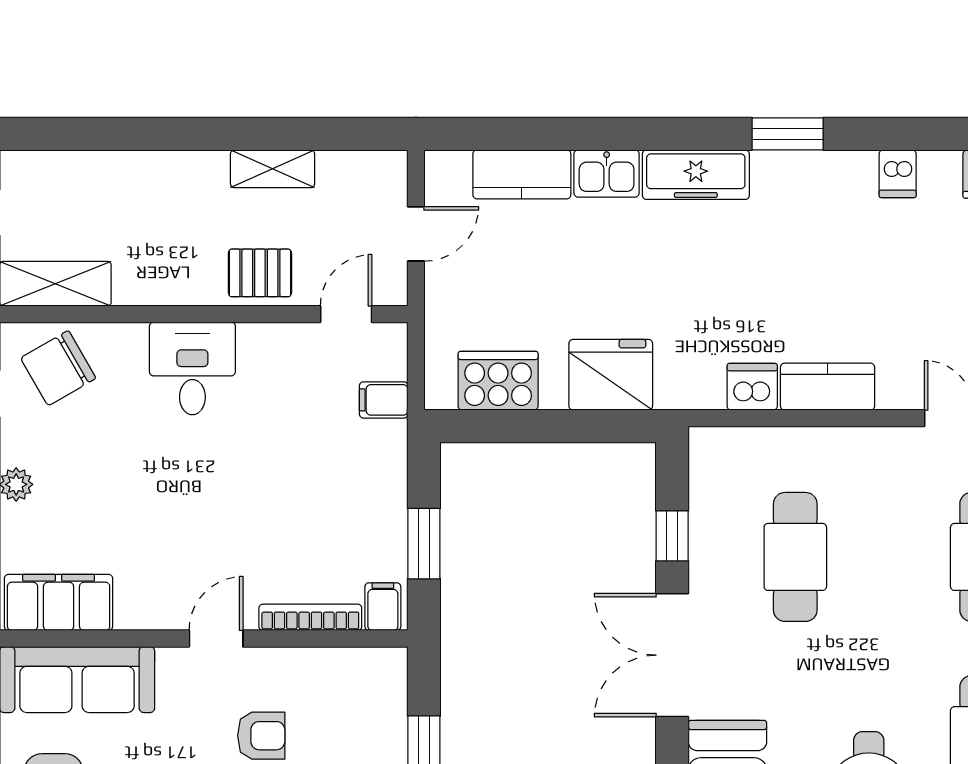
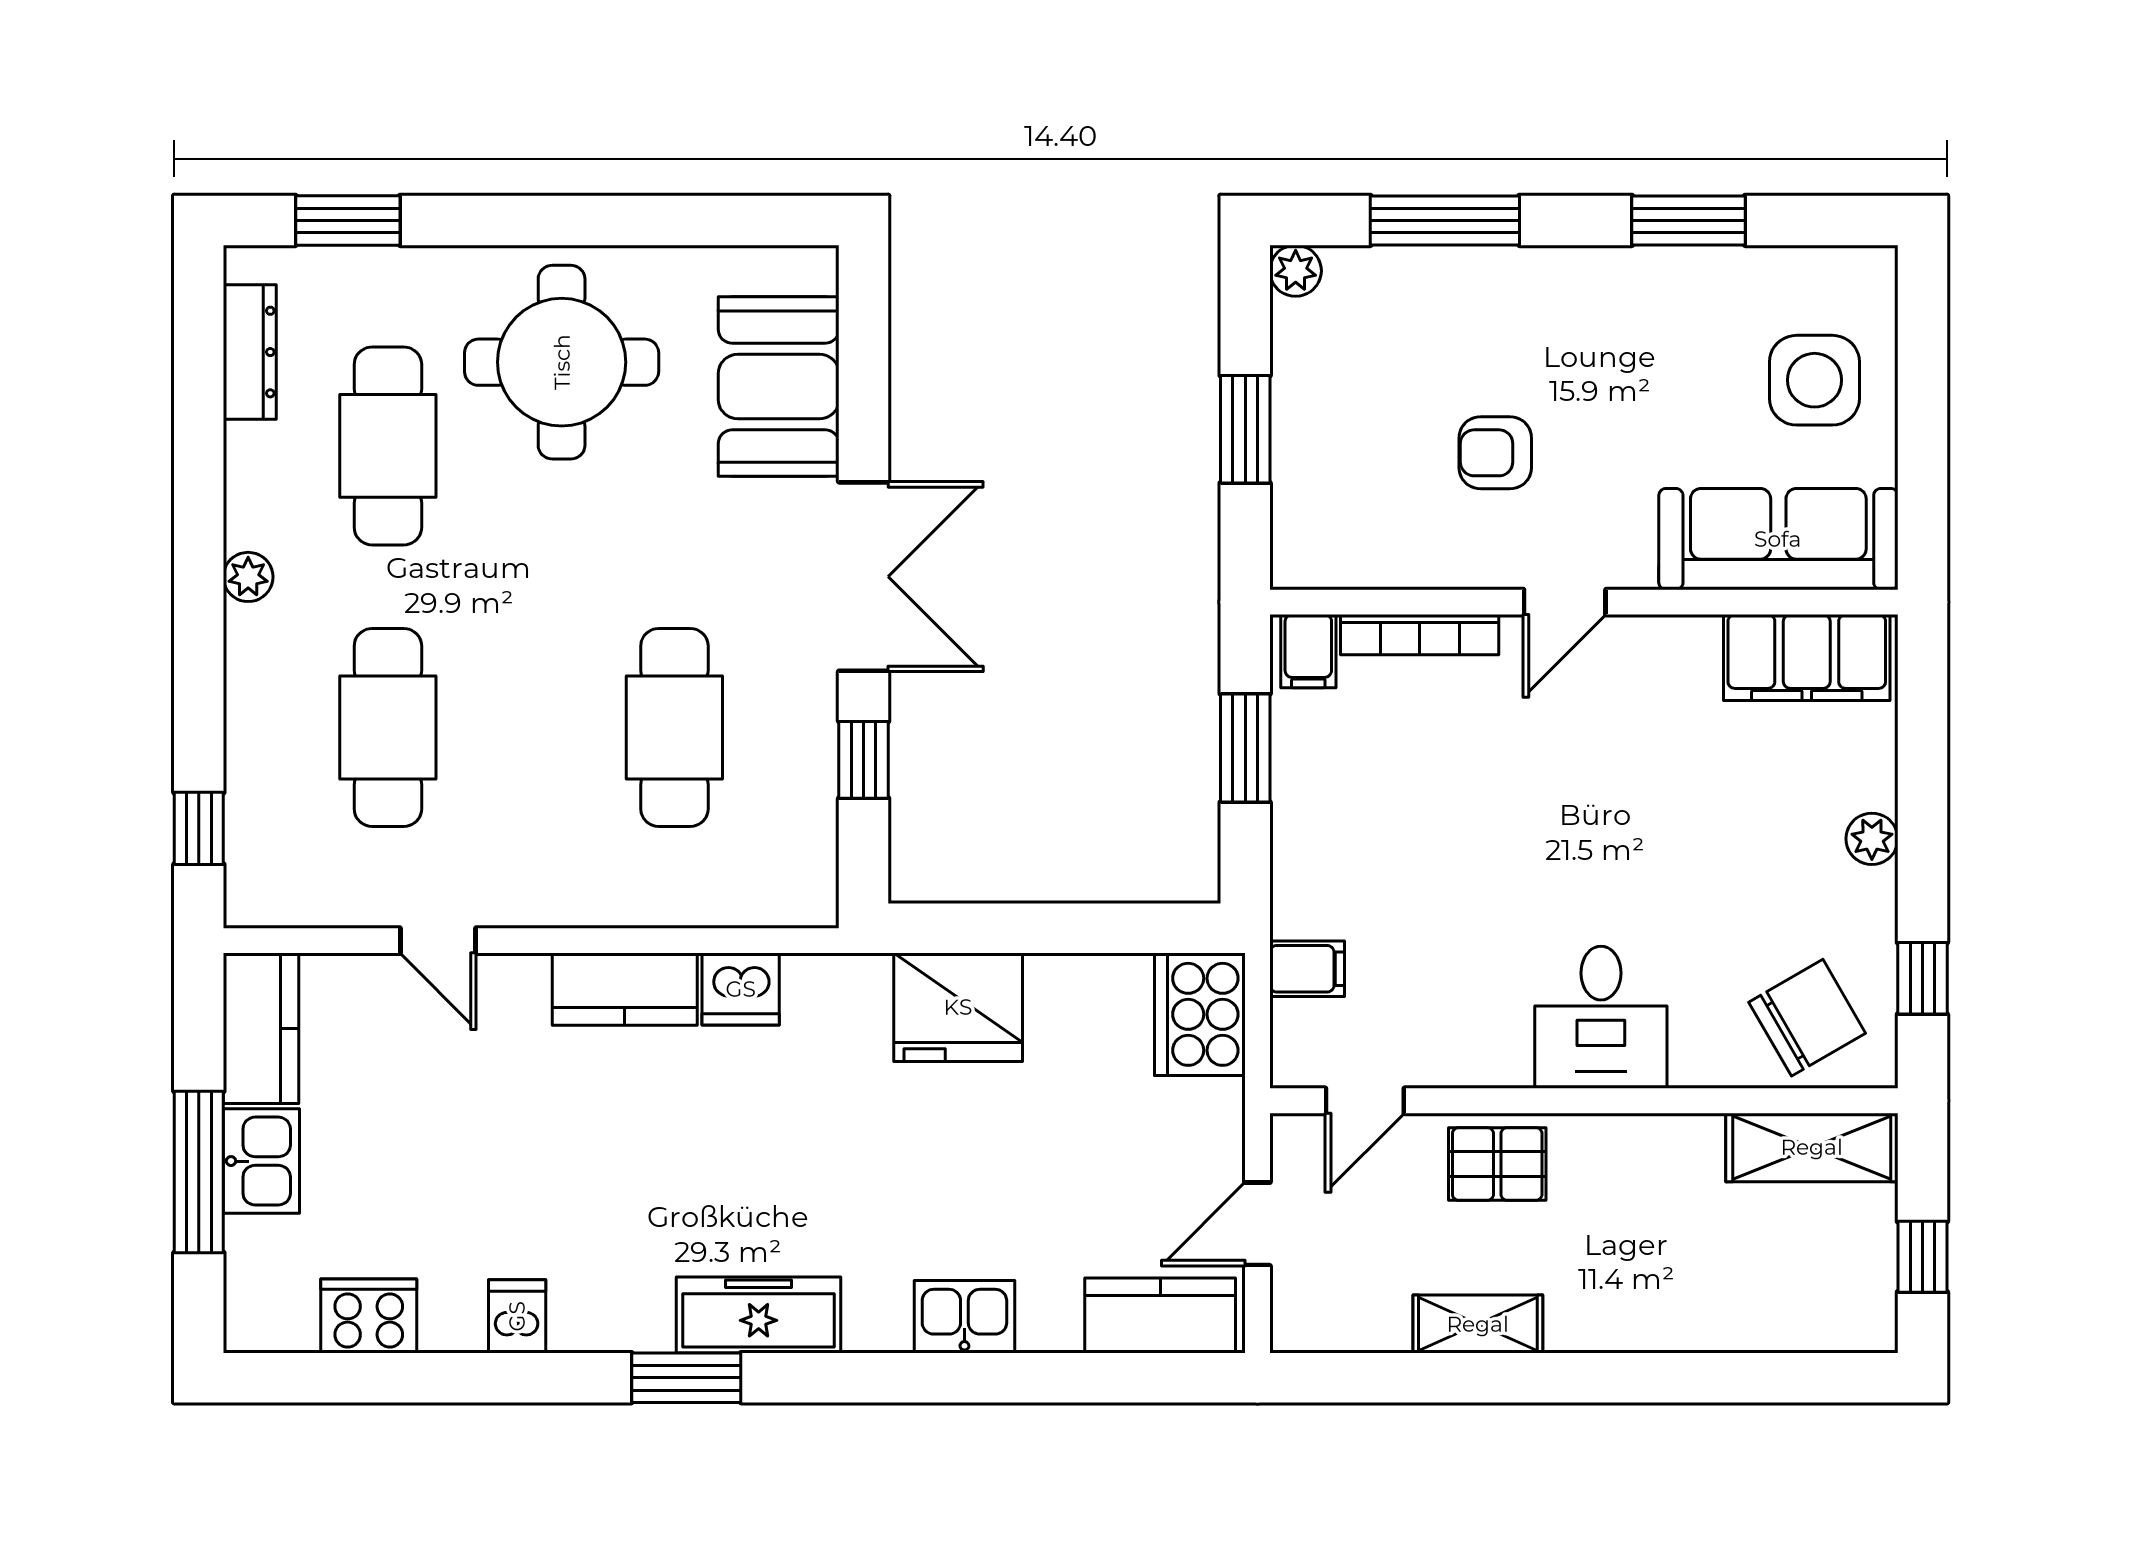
kitchen counter: (522, 174) -> (1160, 1315), moved
freezer: (696, 175) -> (759, 1315), moved
cooker: (498, 381) -> (1200, 1014), moved, turned 90

